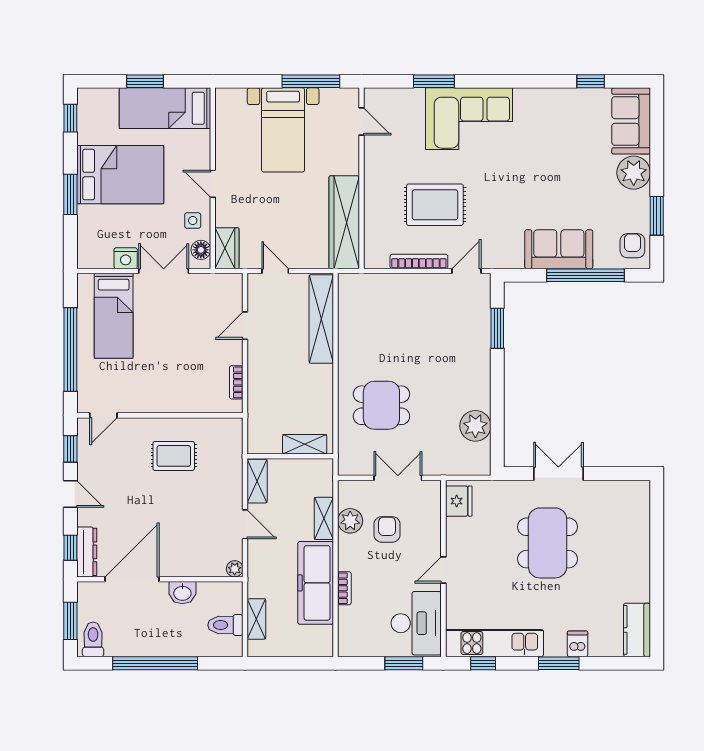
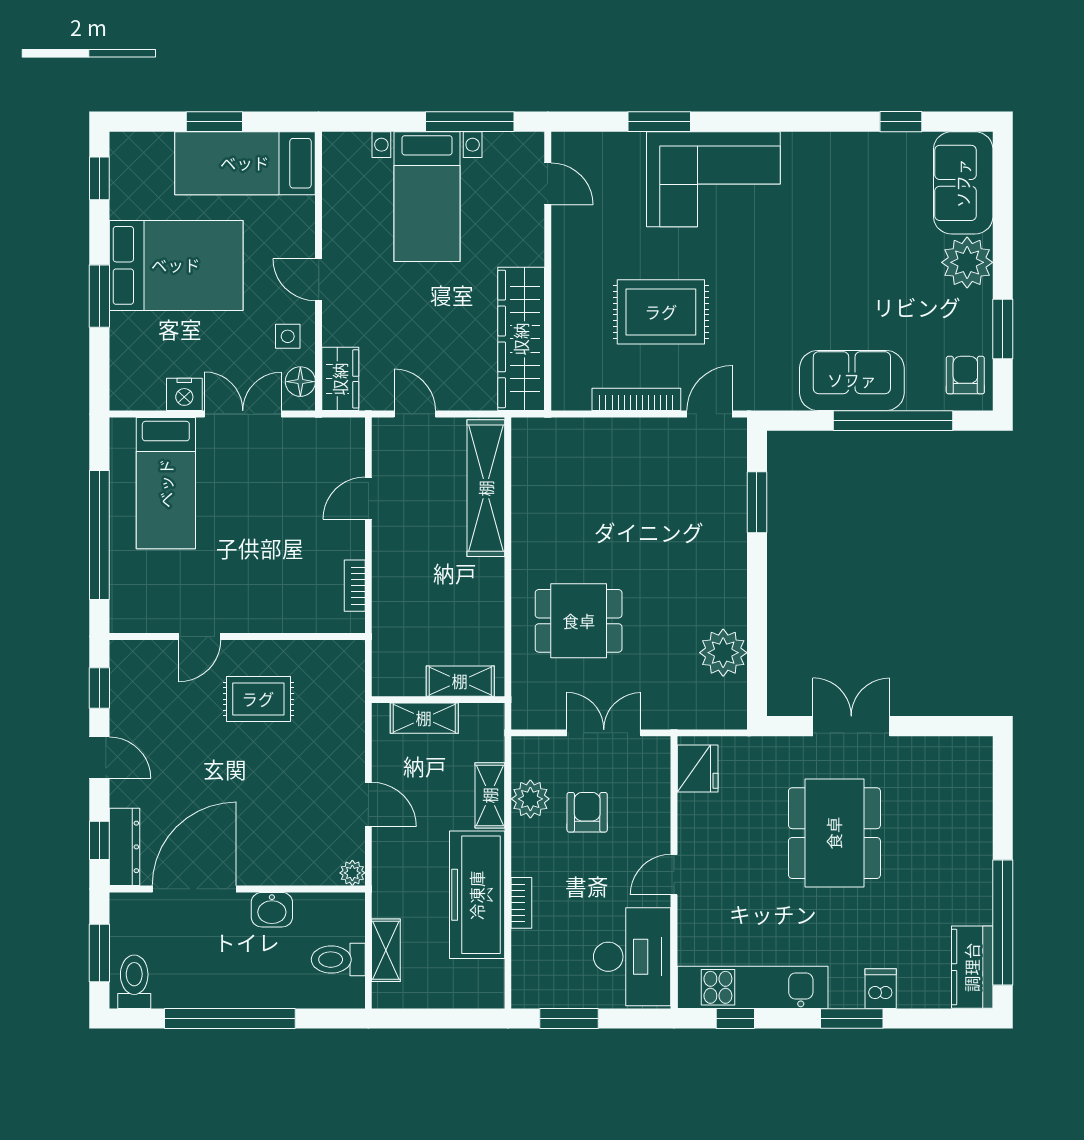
door: (103, 415) -> (200, 637), moved
shelving: (257, 481) -> (424, 718), moved, turned 90
window: (657, 601) -> (1003, 922), added
window: (404, 663) -> (569, 1018), moved

